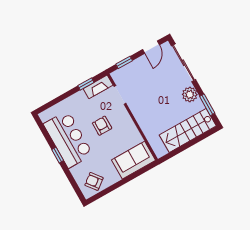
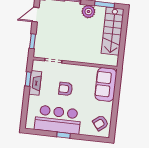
door: (151, 47) -> (36, 15), swing flipped
fireplace: (98, 87) -> (35, 83), moved

